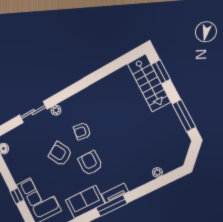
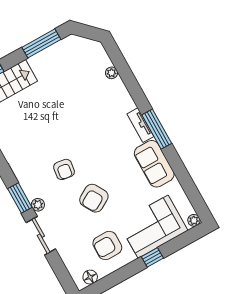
window: (61, 96) -> (20, 198), added
armchair: (90, 163) -> (107, 245), moved

